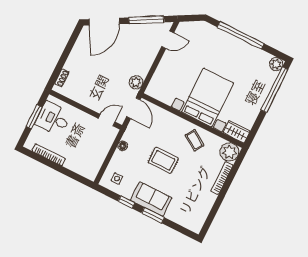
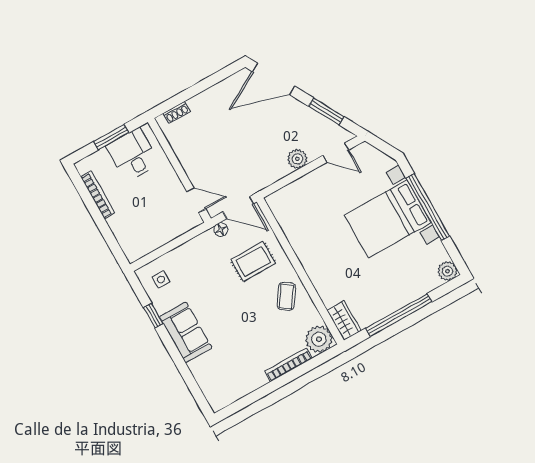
window: (146, 20) -> (326, 111), width x0.69
plant: (136, 82) -> (297, 159), moved
window: (274, 90) -> (399, 315), moved
bed with nightstands: (208, 97) -> (388, 219), moved, turned 180
door: (133, 108) -> (238, 208), hinge flipped
floor lamp: (123, 146) -> (221, 230), moved
rug: (163, 160) -> (253, 261), moved, turned 90
window: (153, 215) -> (175, 353), removed

